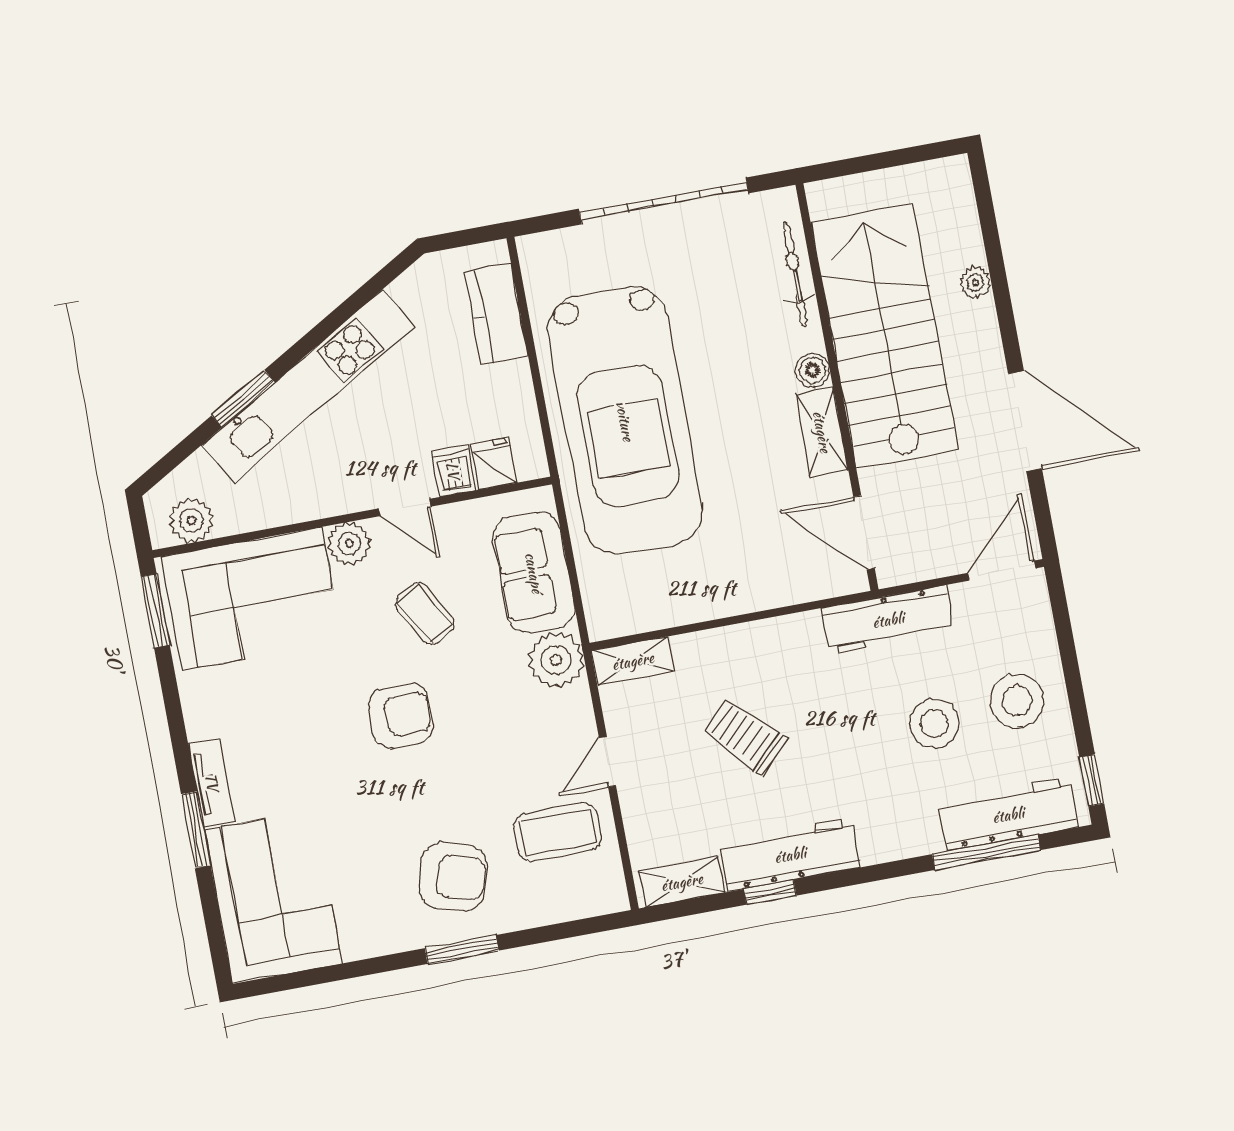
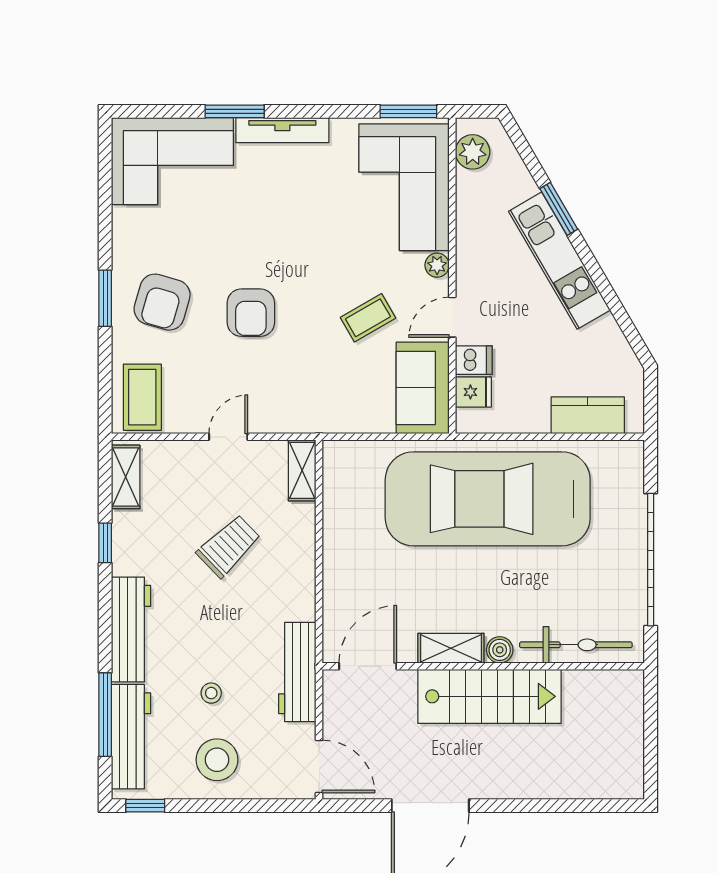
bicycle: (795, 274) -> (576, 645), width x1.37, depth x1.40
plant: (975, 283) -> (544, 787), removed
stairs: (885, 336) -> (490, 696), width x0.73, depth x0.66
kitchen unit: (308, 386) -> (559, 261), width x0.73
plant: (349, 544) -> (437, 265), width x0.73, depth x0.73
sofa: (534, 573) -> (423, 388), moved, turned -90
plant: (556, 660) -> (314, 412), removed
armchair: (401, 716) -> (251, 313), moved
stool: (934, 724) -> (211, 693), width x0.53, depth x0.53
door: (607, 762) -> (228, 437), hinge flipped
tv unit: (212, 782) -> (282, 130), width x1.41
coffee table: (558, 832) -> (142, 397), moved
workbench: (790, 855) -> (131, 629), moved

